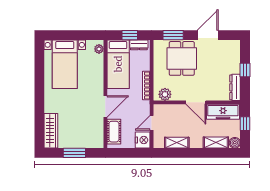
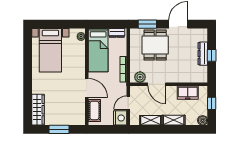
window: (130, 35) -> (109, 24), removed
dresser: (235, 87) -> (203, 54), moved
door: (196, 102) -> (157, 84), moved
door: (105, 106) -> (87, 88), hinge flipped
freezer: (223, 112) -> (188, 93), width x0.71
shelving: (216, 142) -> (174, 120), moved

